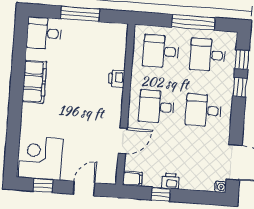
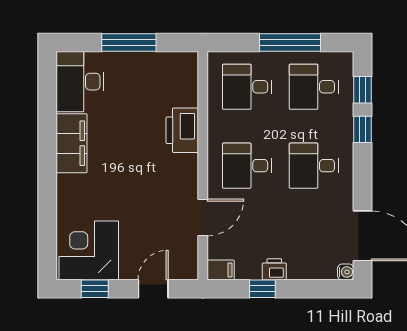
desk: (44, 33) -> (80, 82), width x1.37
printer: (117, 79) -> (182, 130), width x1.87, depth x1.48

